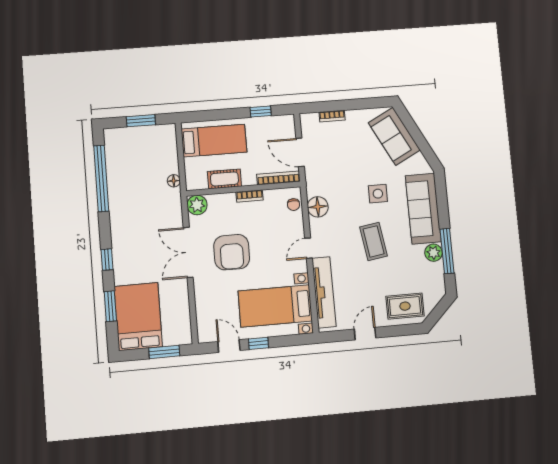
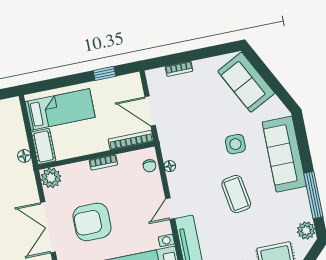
cot: (224, 179) -> (44, 146), moved, turned 90
floor lamp: (318, 207) -> (170, 166), width x0.53, depth x0.53
armchair: (232, 252) -> (92, 222), turned 90
plant: (433, 253) -> (306, 230), moved

